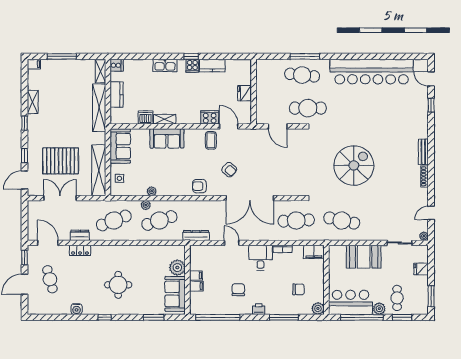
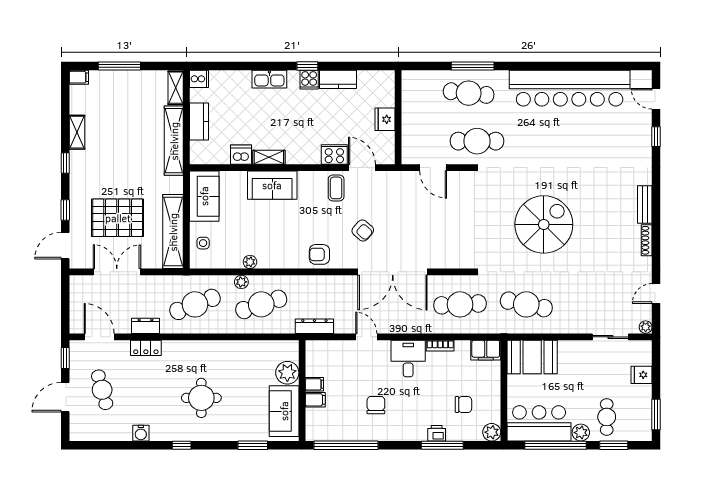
booth: (364, 257) -> (532, 357), moved
printer: (259, 309) -> (437, 433), moved

